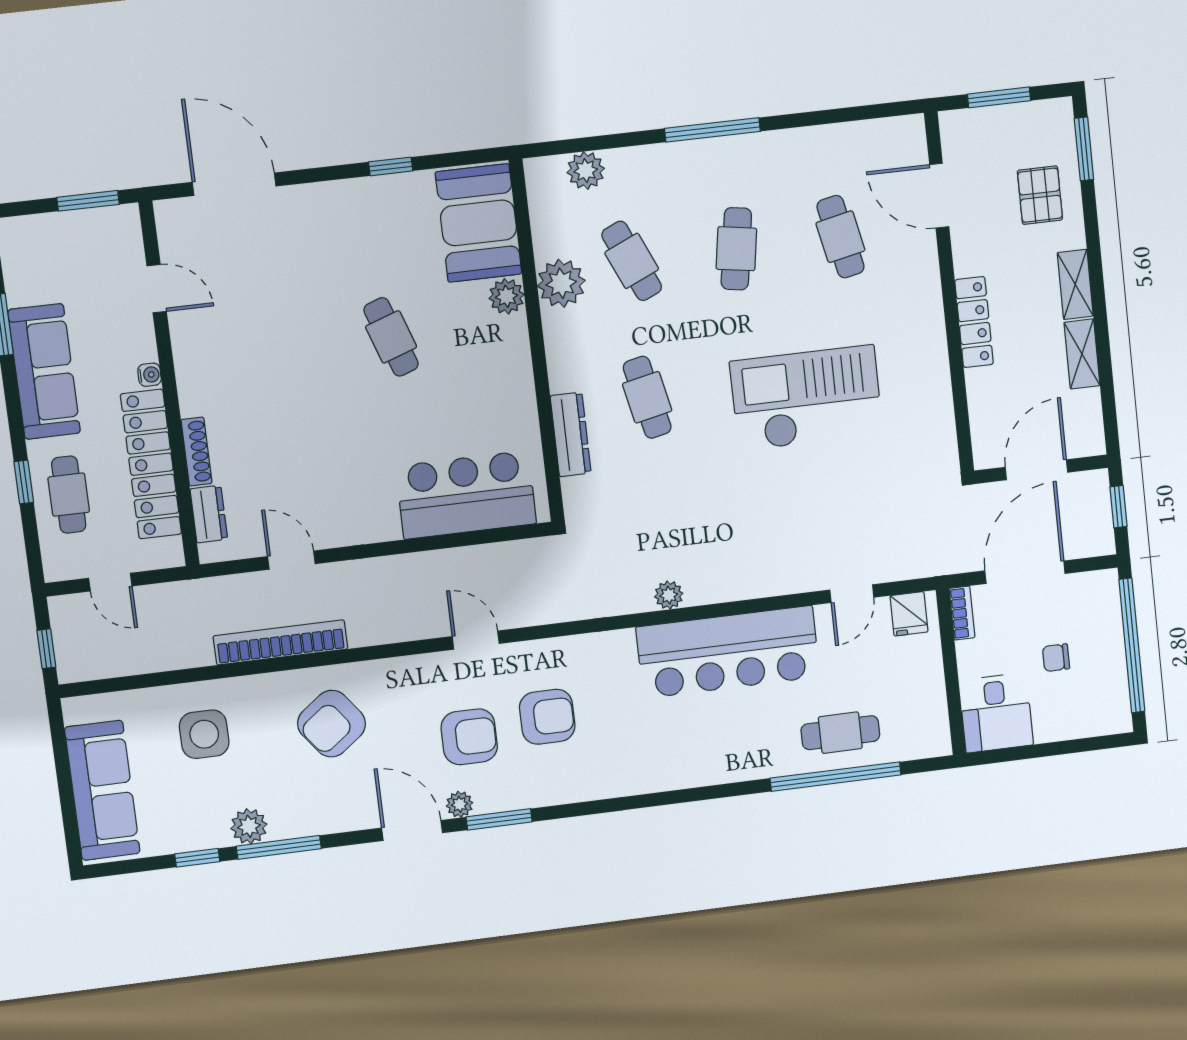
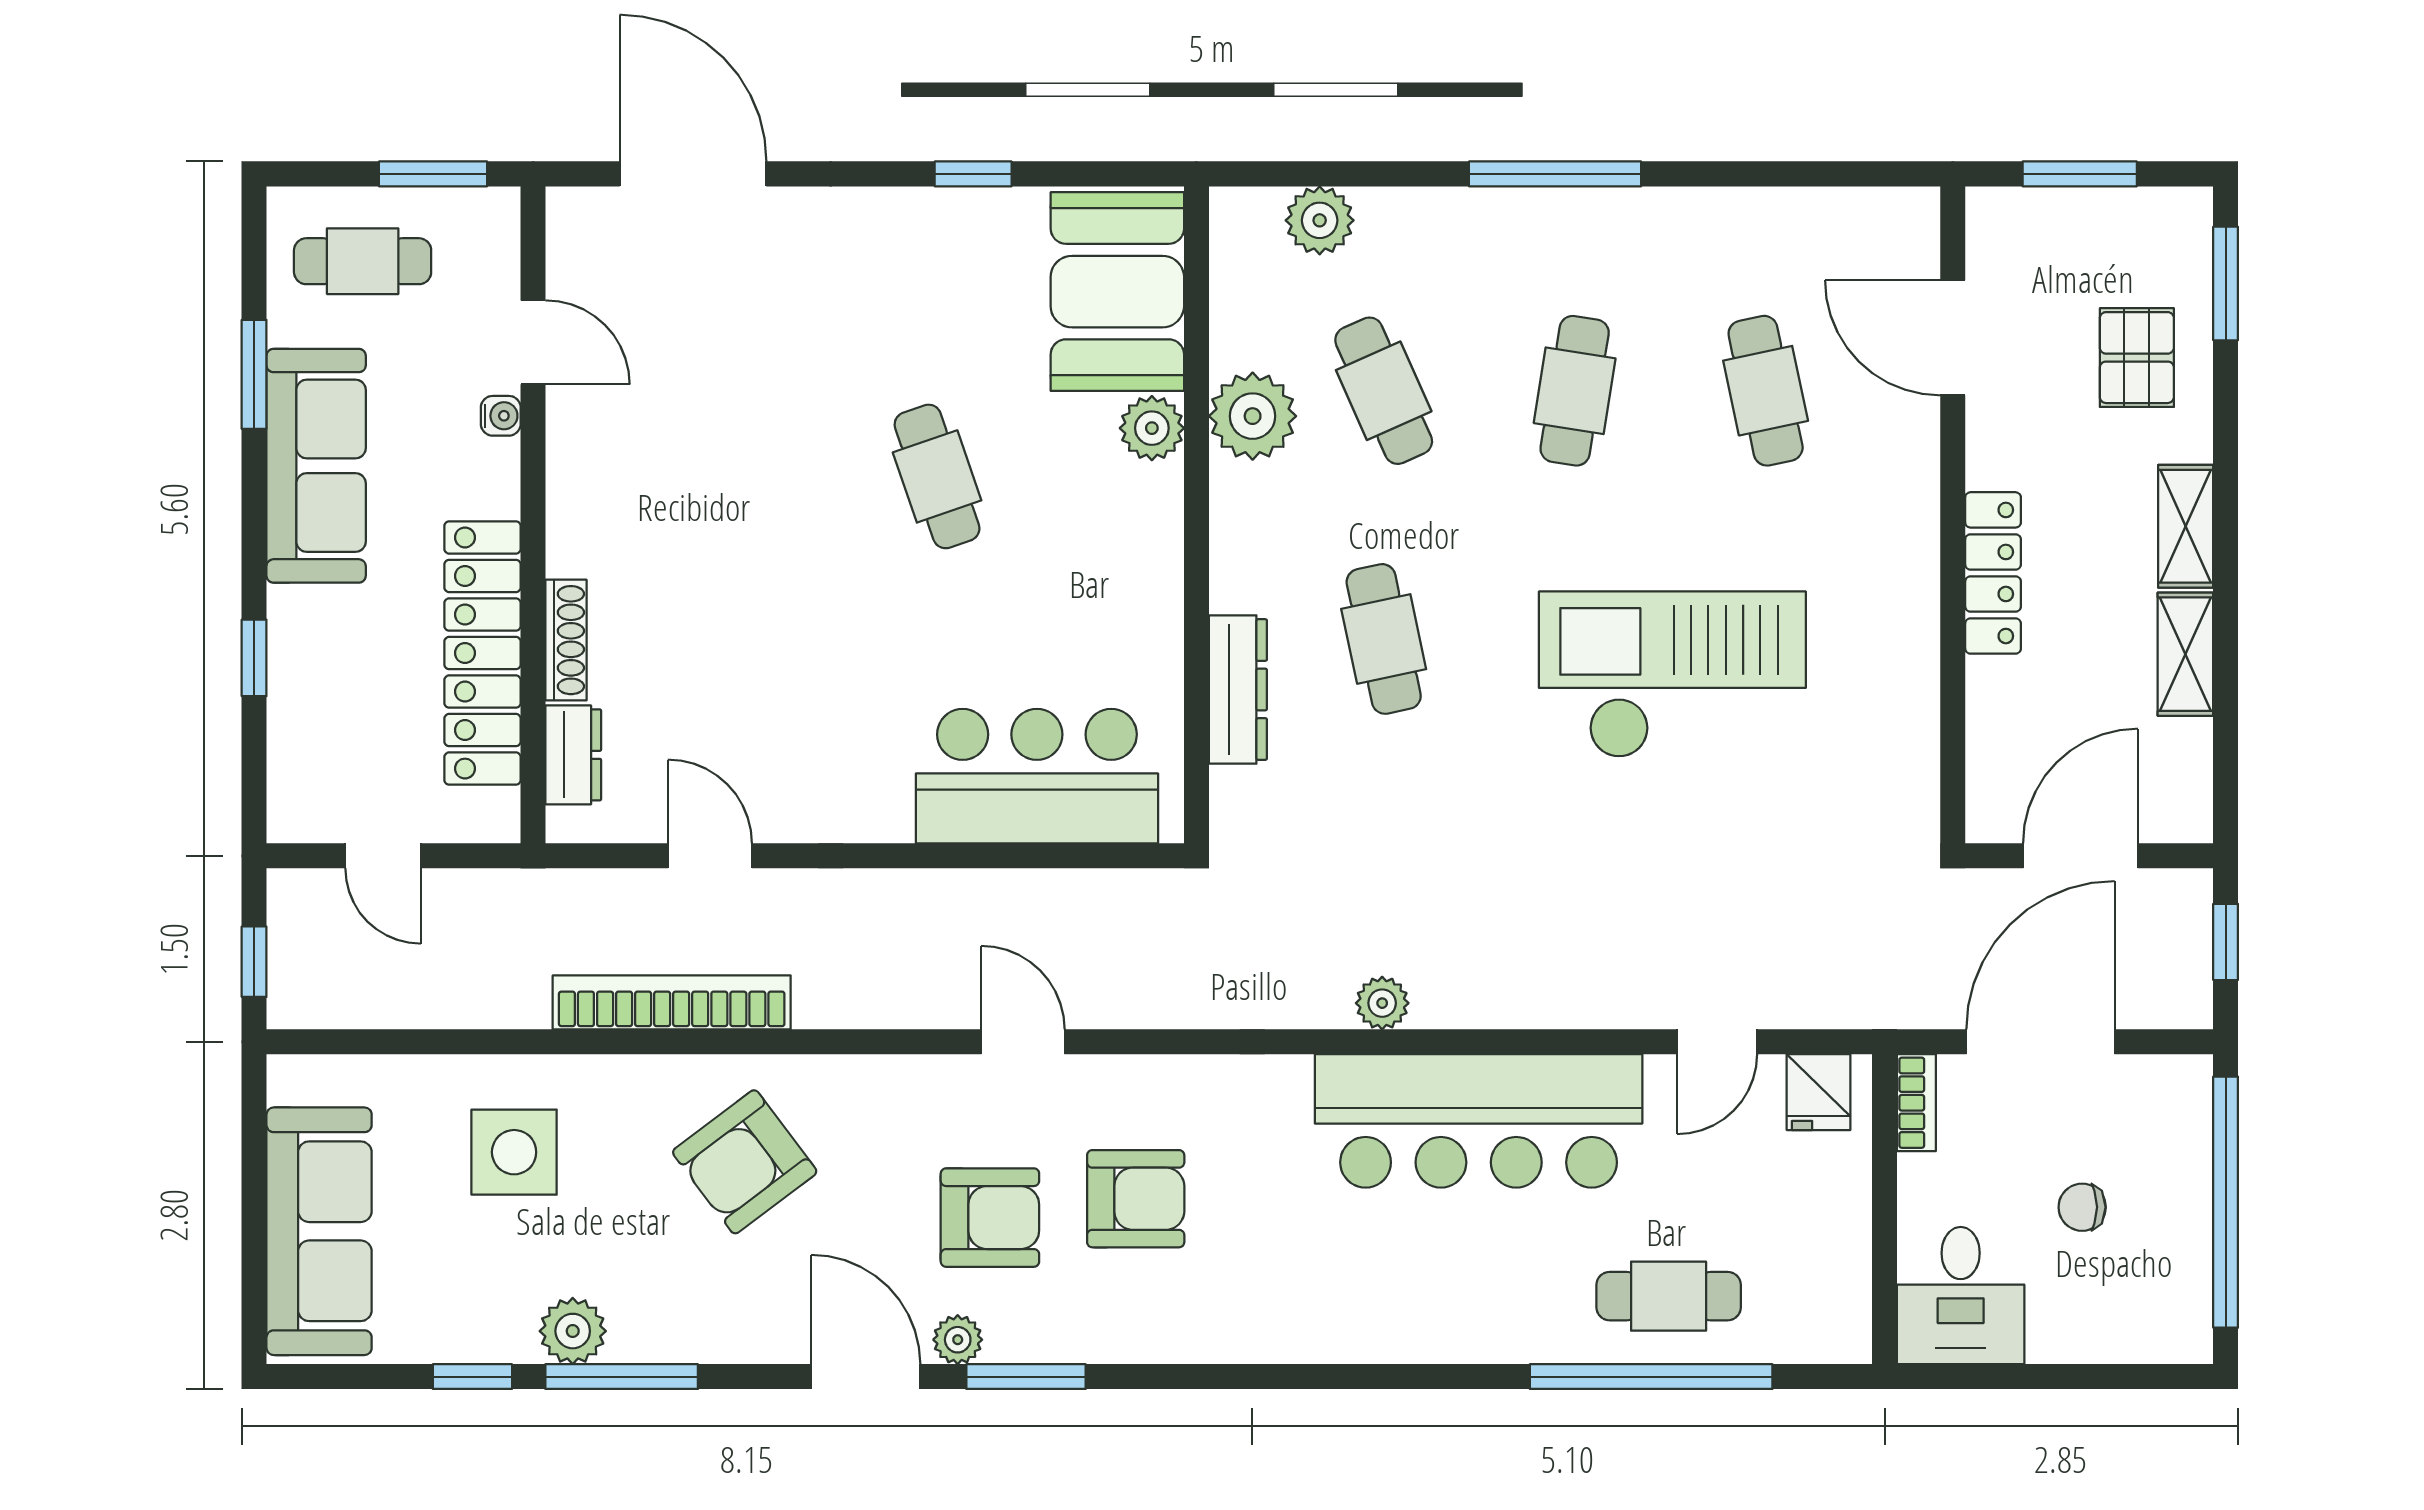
water cooler: (150, 375) -> (501, 416), moved
cafe table: (69, 495) -> (363, 261), moved, turned 90

